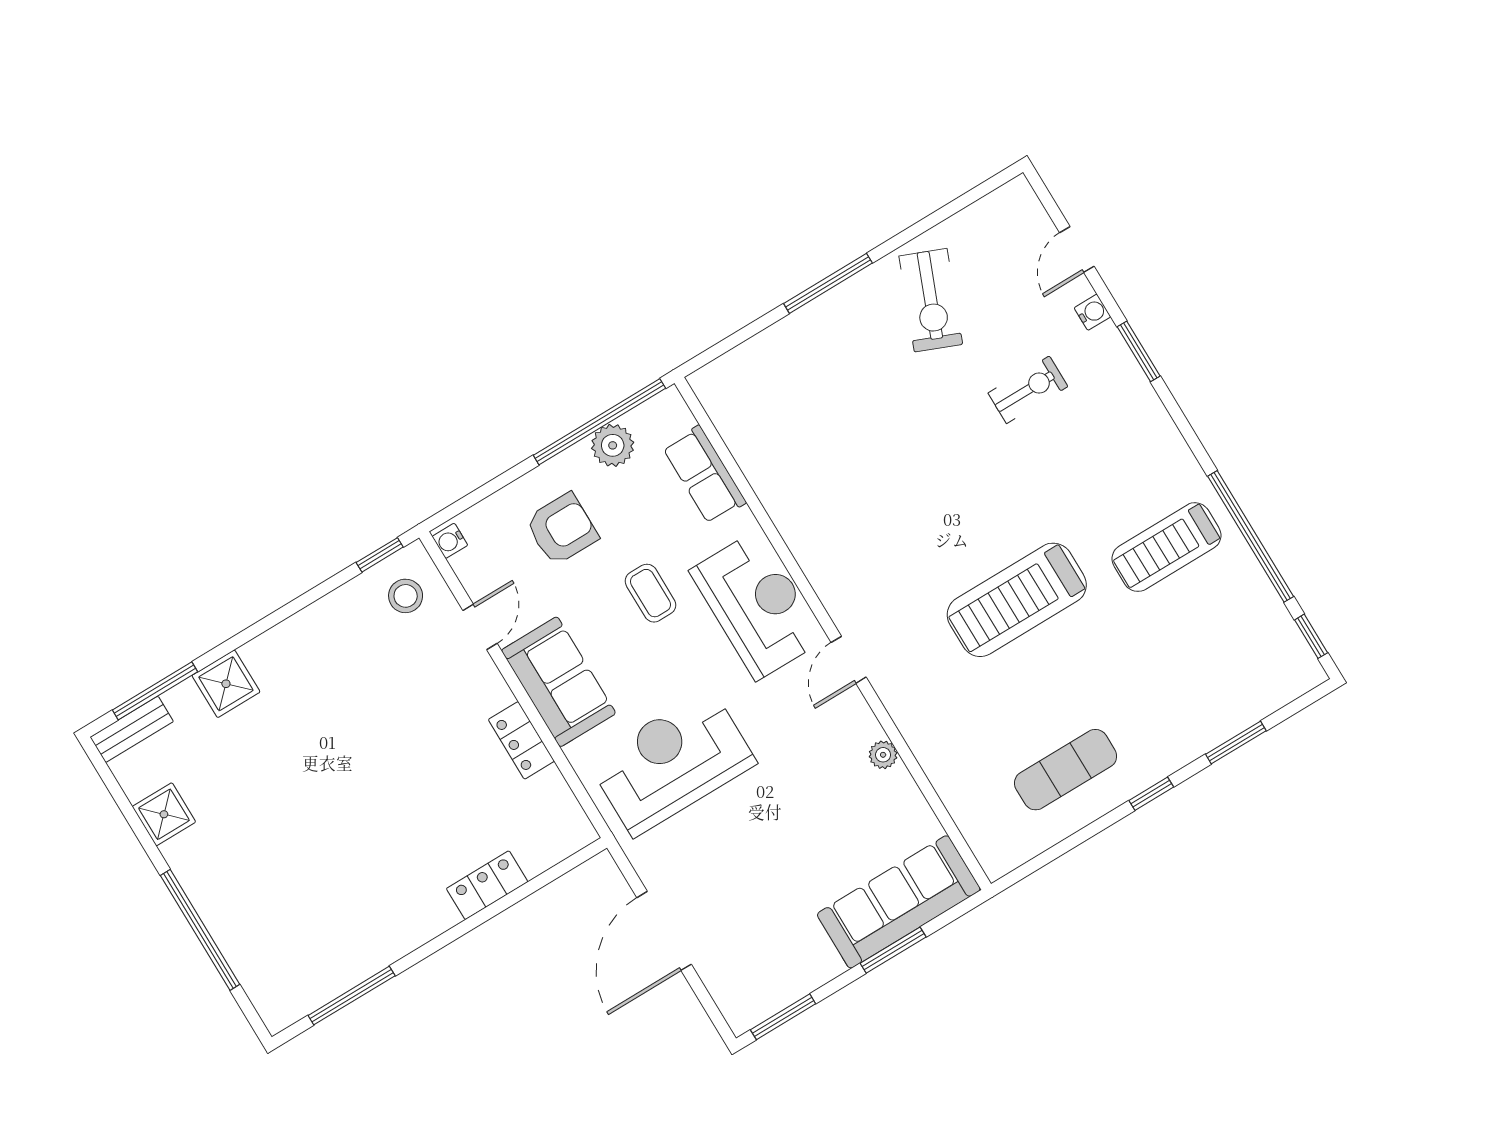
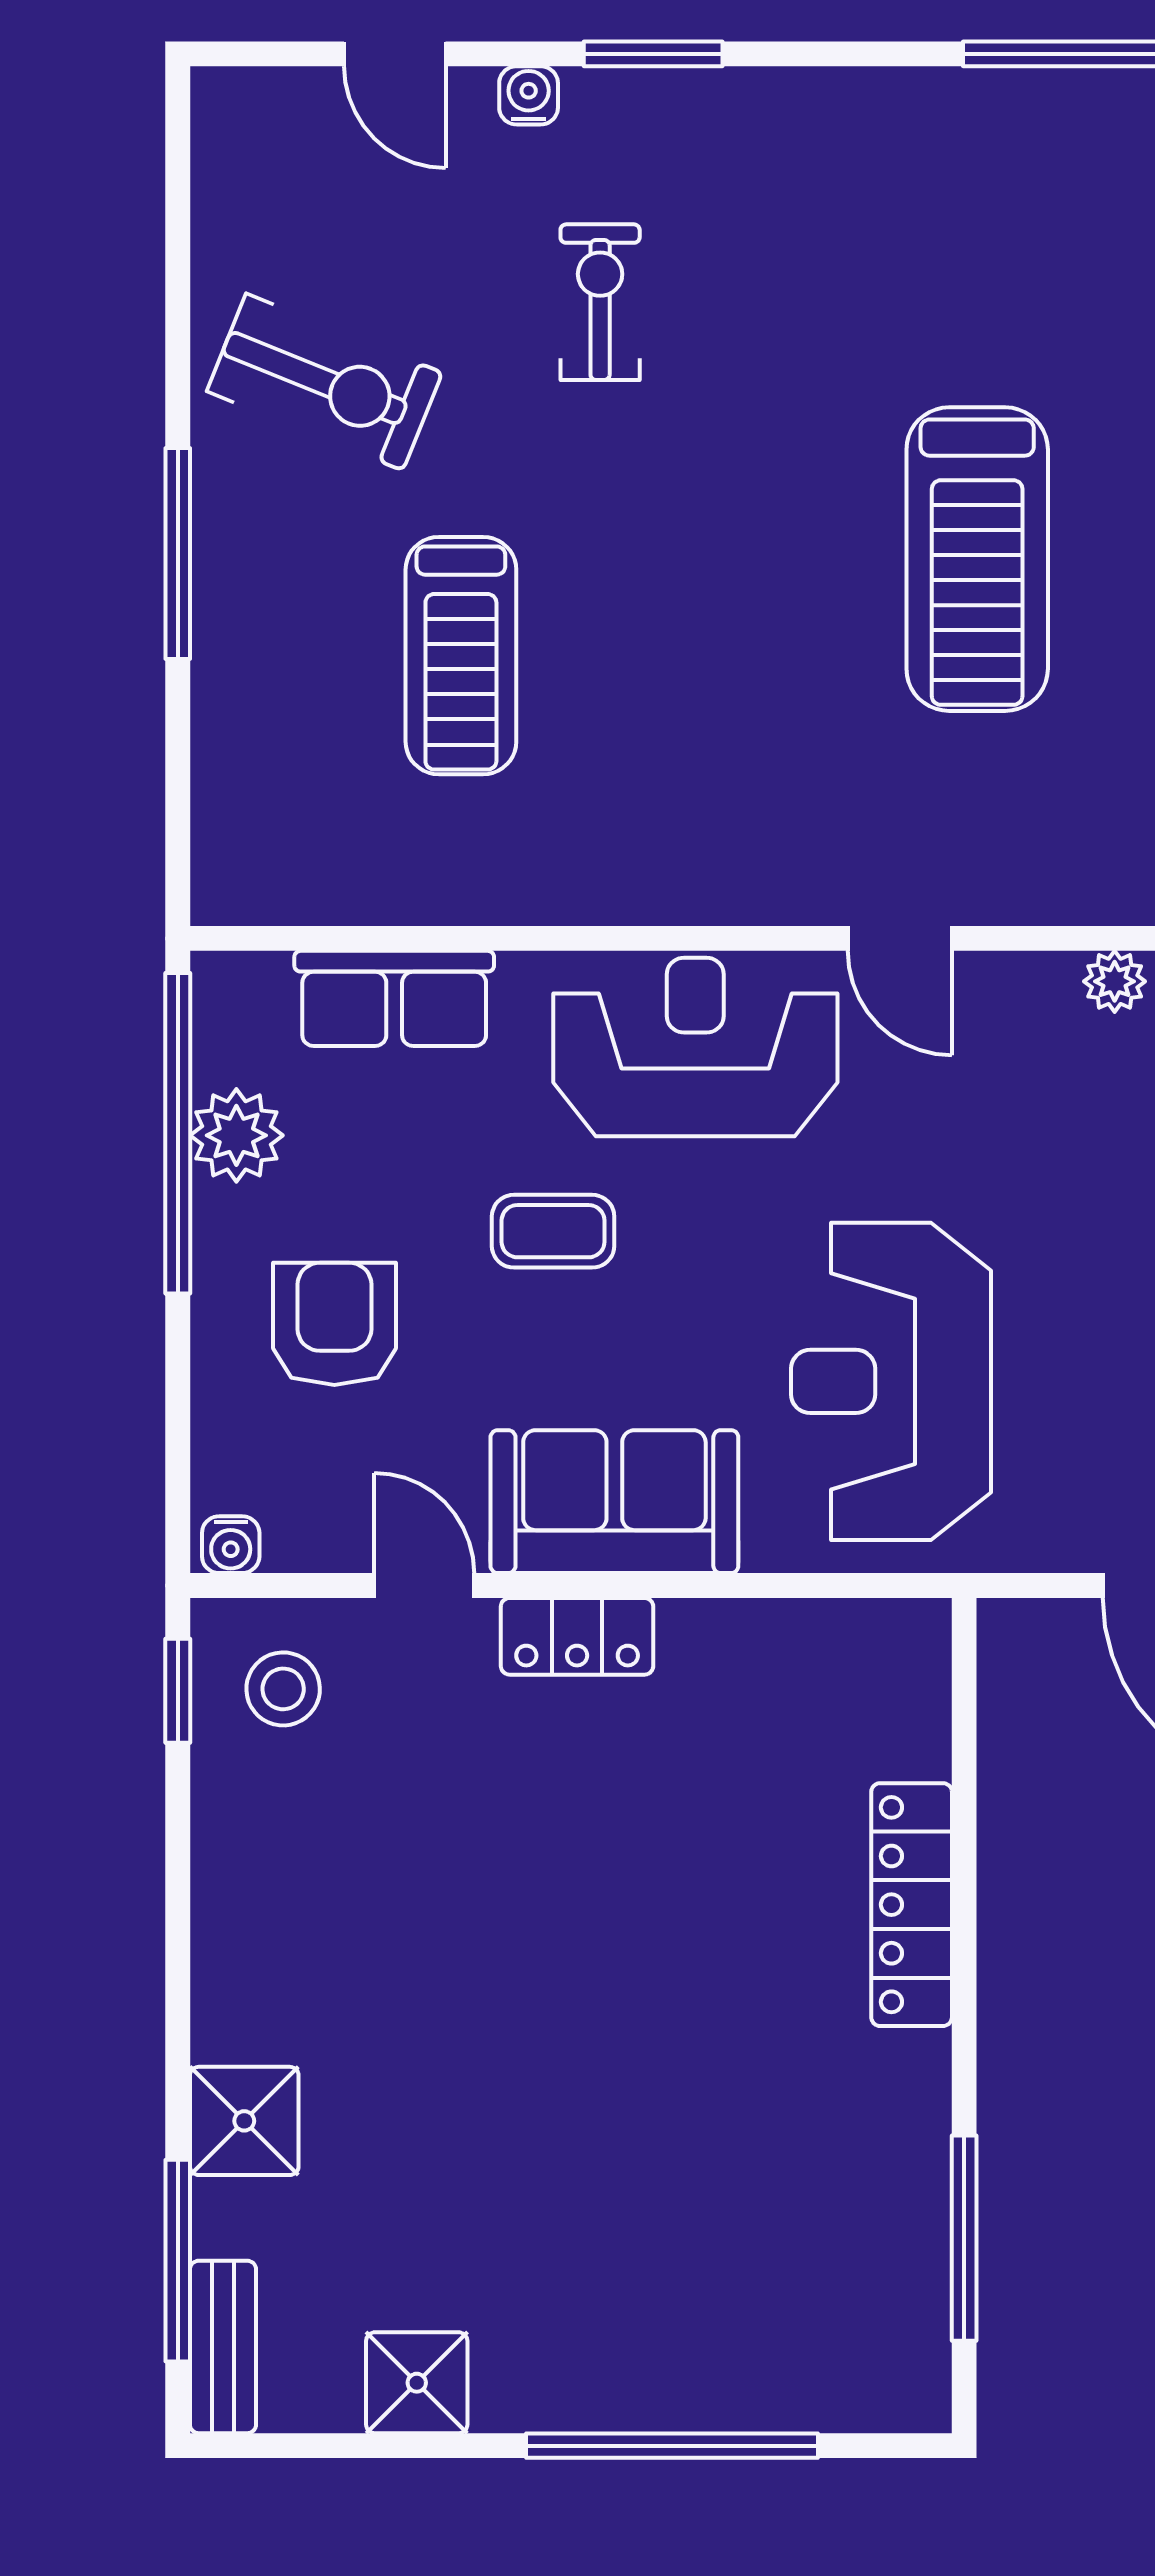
treadmill: (1166, 547) -> (461, 656), moved
locker: (521, 740) -> (577, 1636), moved
locker: (487, 885) -> (912, 1905), width x1.53

